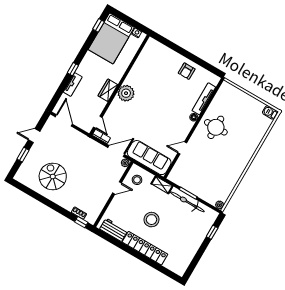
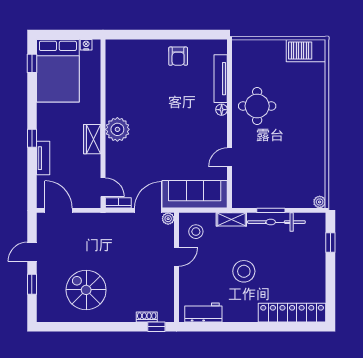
barbecue: (270, 112) -> (306, 51), width x1.88, depth x1.53
locker: (145, 248) -> (292, 313), moved

